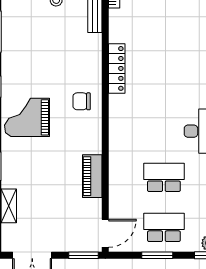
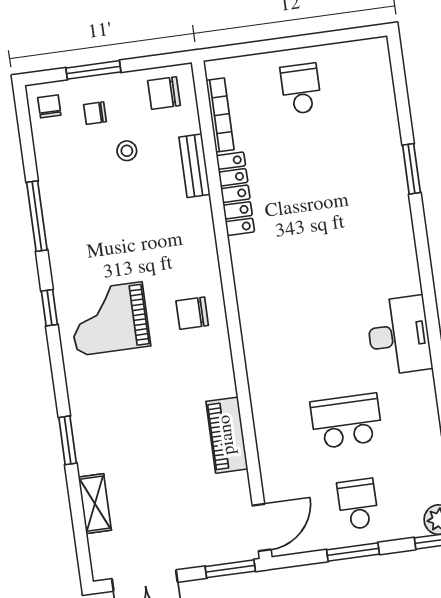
locker: (117, 68) -> (235, 194), moved
grand piano: (27, 117) -> (109, 319), moved
school desk: (164, 227) -> (358, 504), width x0.54

